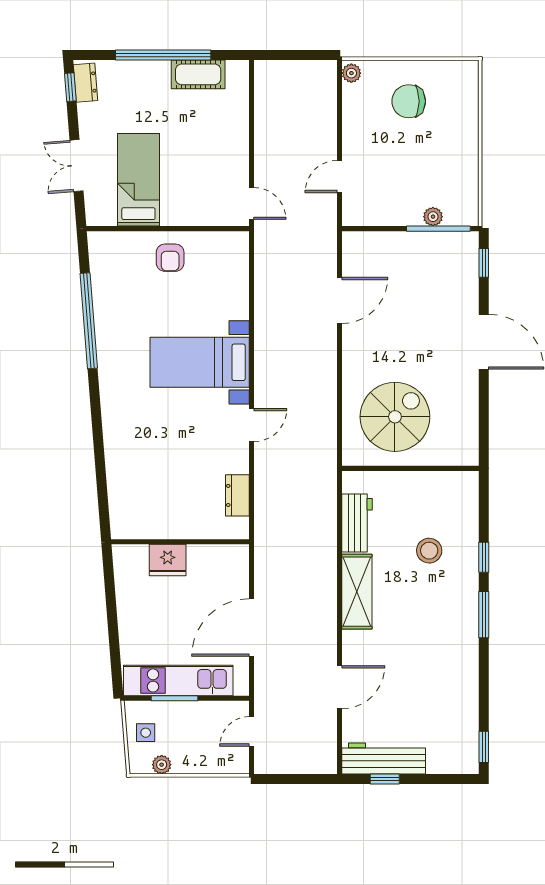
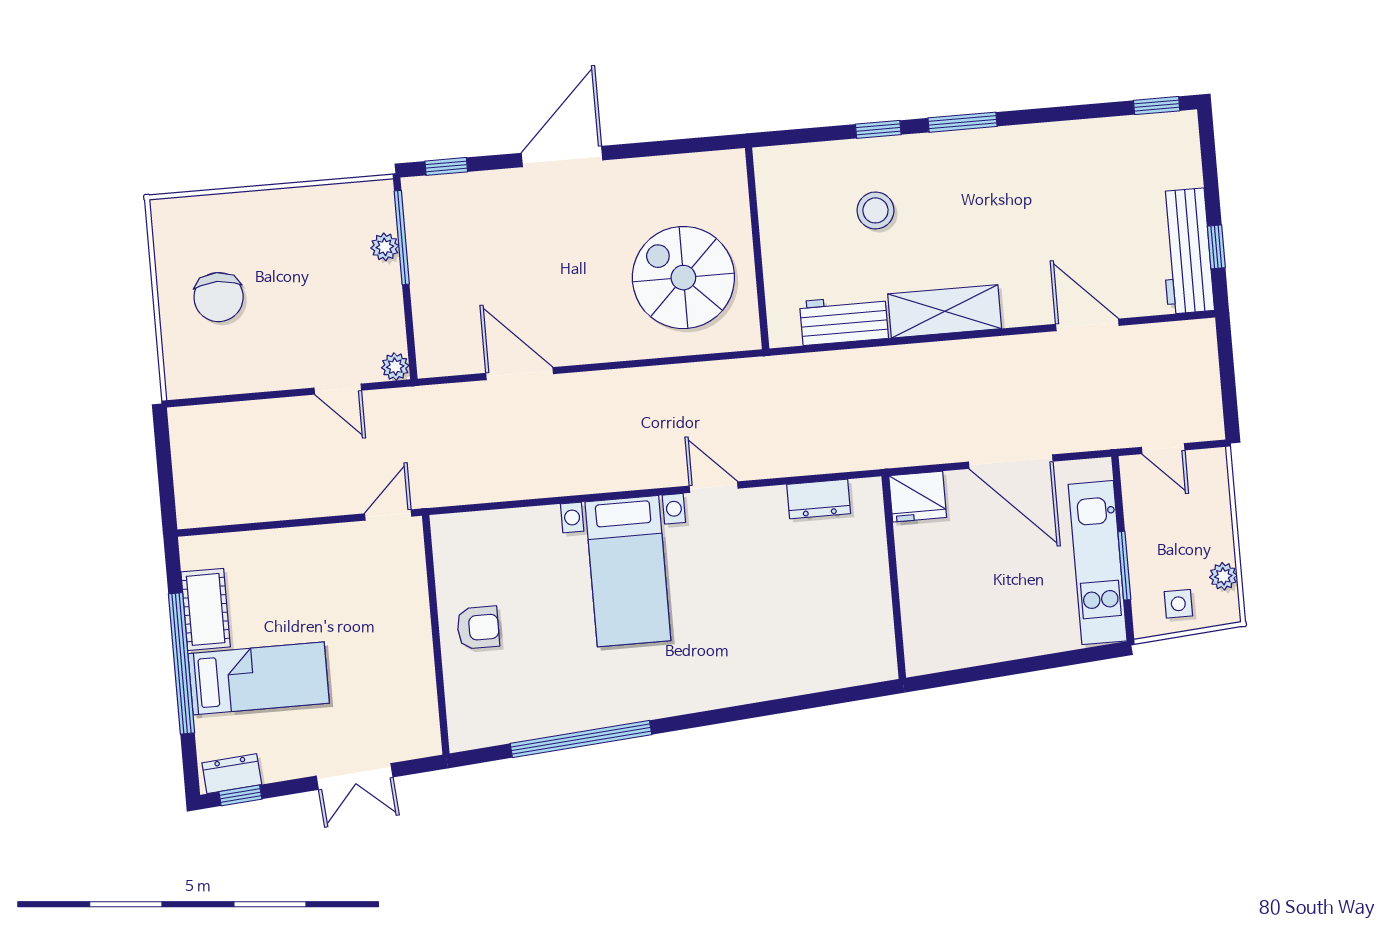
plant: (351, 73) -> (395, 367), moved
bed: (138, 180) -> (259, 678), moved, turned 180
fridge: (168, 560) -> (918, 497), moved, turned 90

